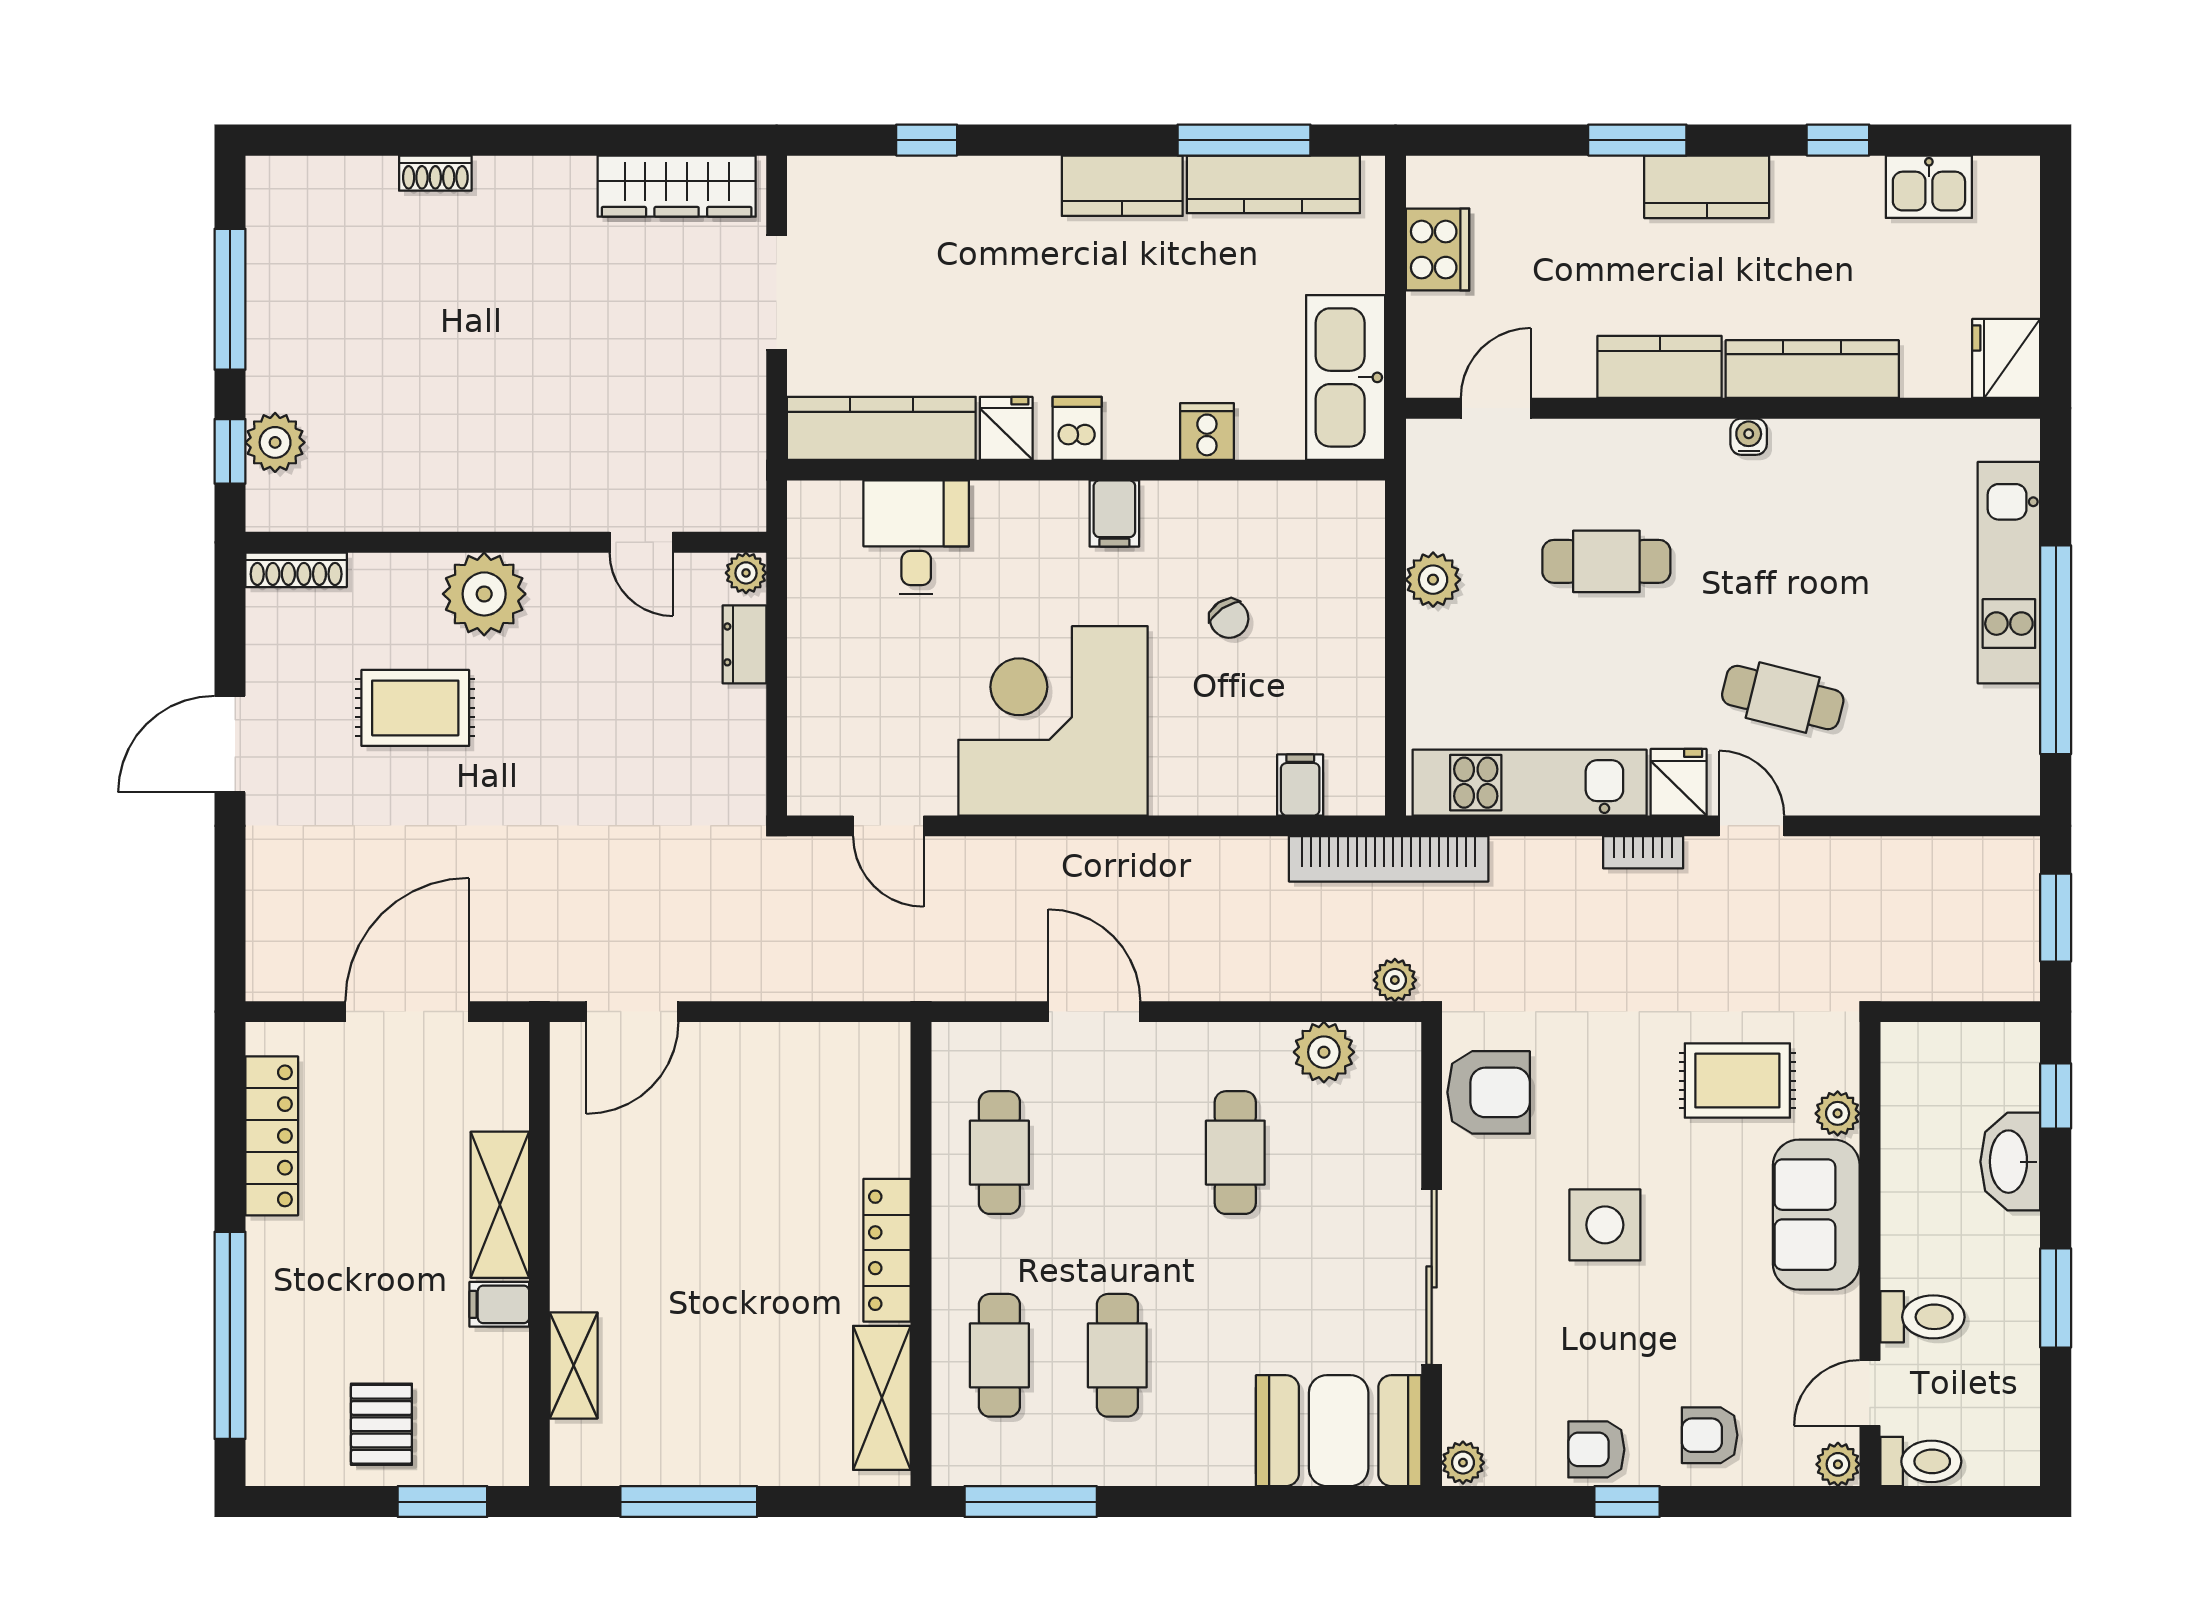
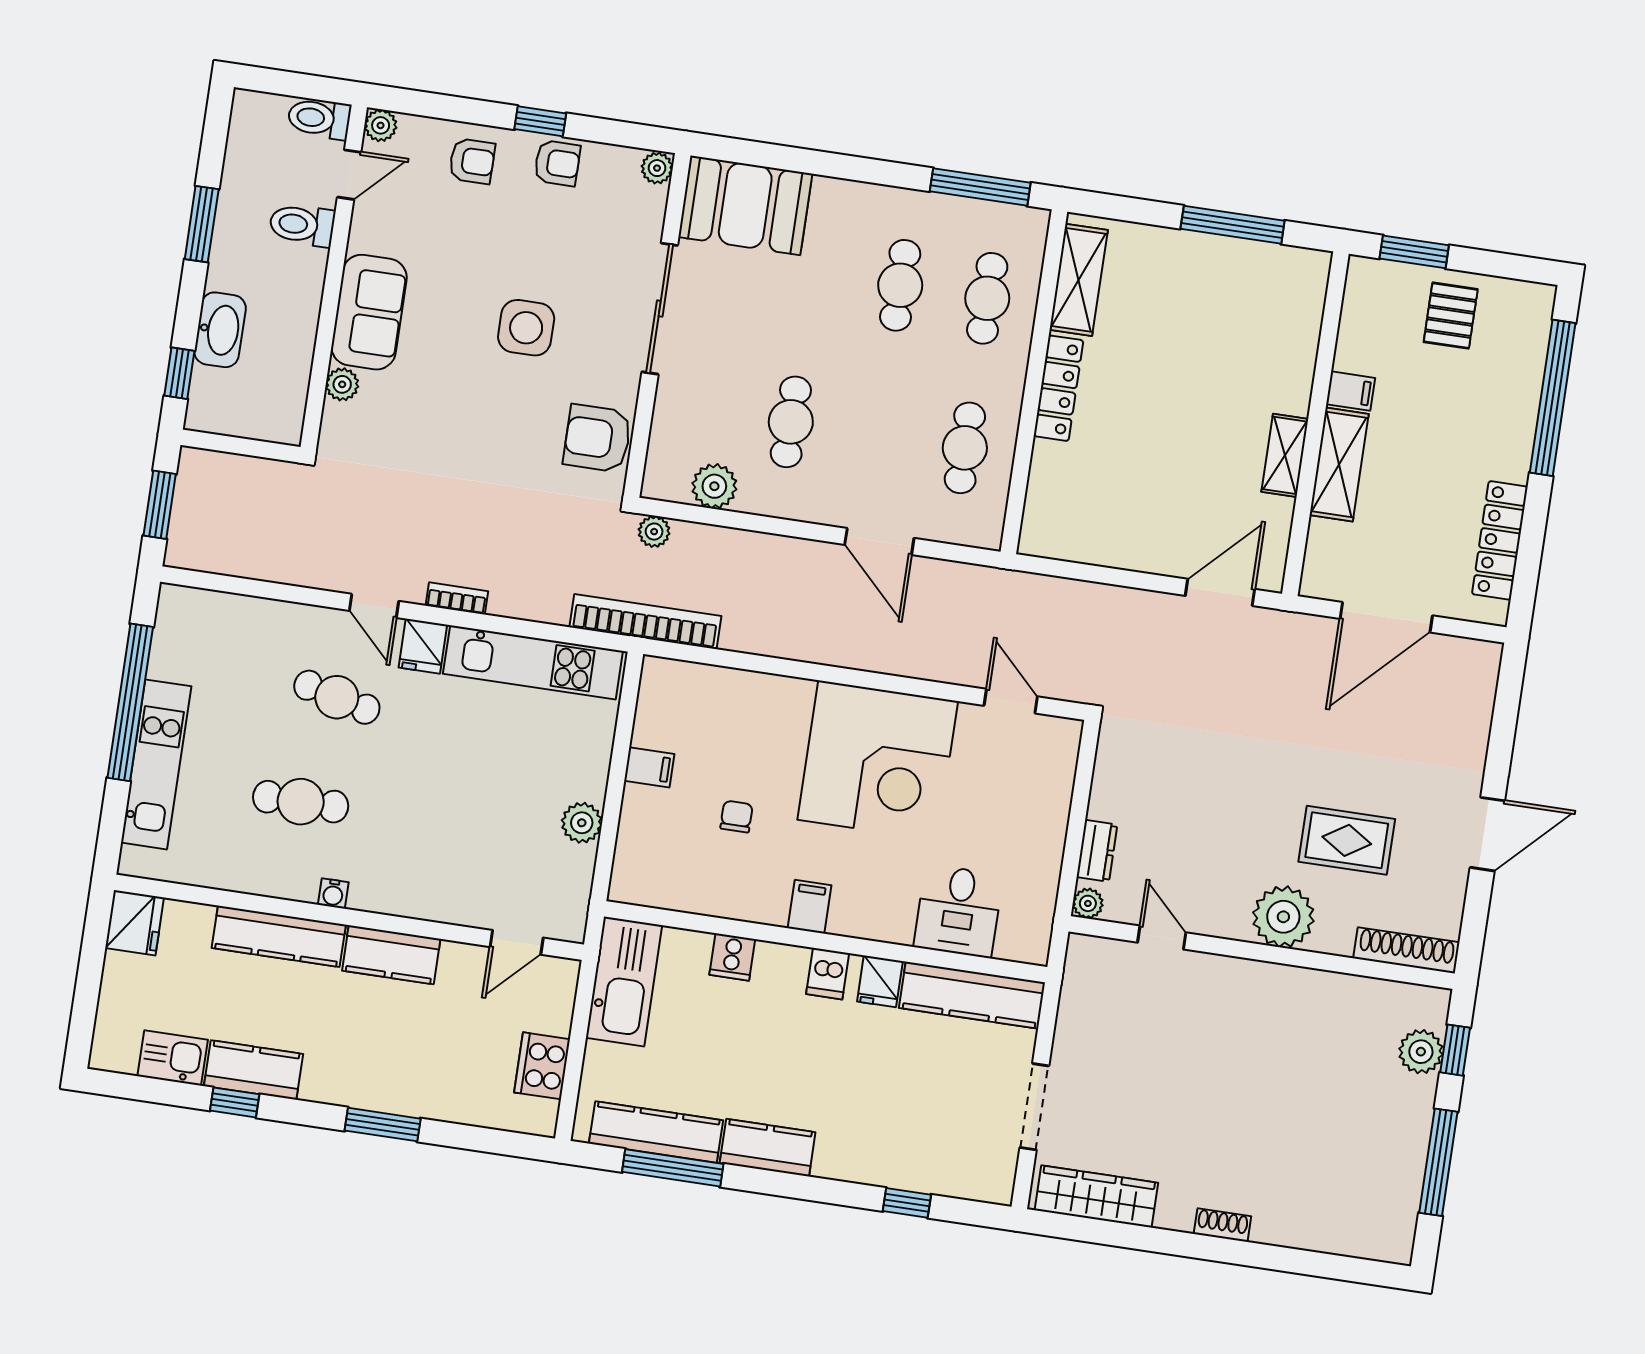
shoe rack: (435, 173) -> (1222, 1225), moved
kitchen counter: (1707, 187) -> (254, 1070), moved
cafe table: (1606, 561) -> (301, 802), moved
shoe rack: (296, 570) -> (1406, 950), width x1.36, depth x1.24
chair: (1229, 619) -> (736, 817), turned 34
filing cabinet: (1300, 785) -> (649, 767), moved, turned -90
rug: (1737, 1081) -> (412, 420), removed
shelving: (574, 1365) -> (1285, 455), moved

